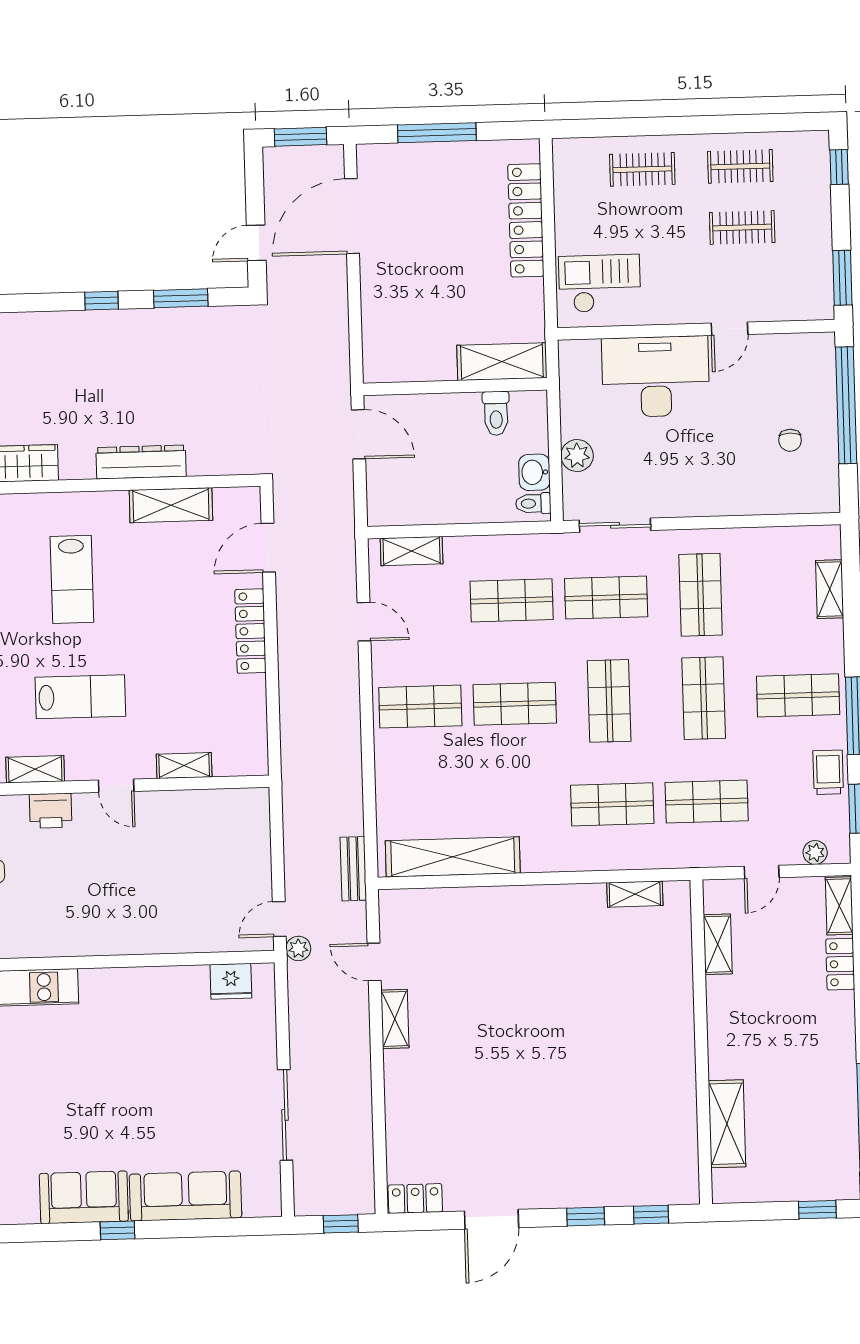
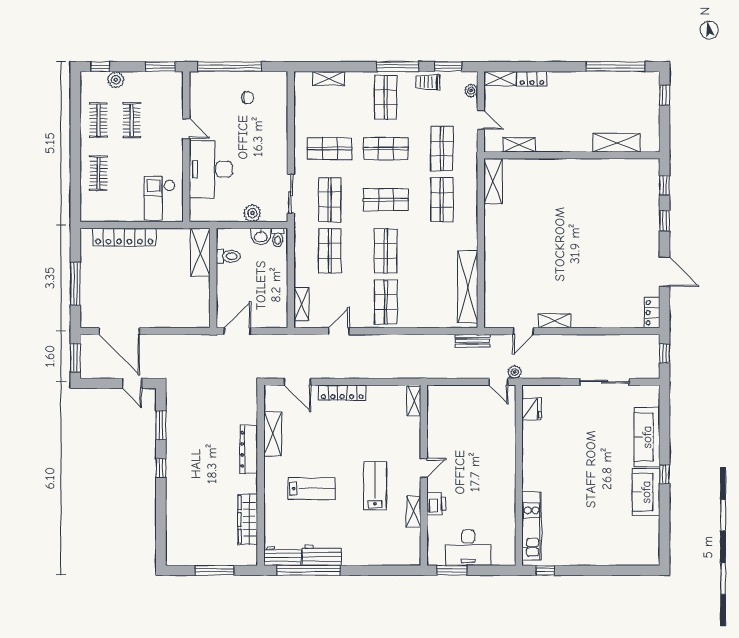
plant: (816, 196) -> (116, 80), added
shelving: (184, 766) -> (414, 401), moved
shelving: (635, 894) -> (493, 181), width x1.50, depth x1.33

